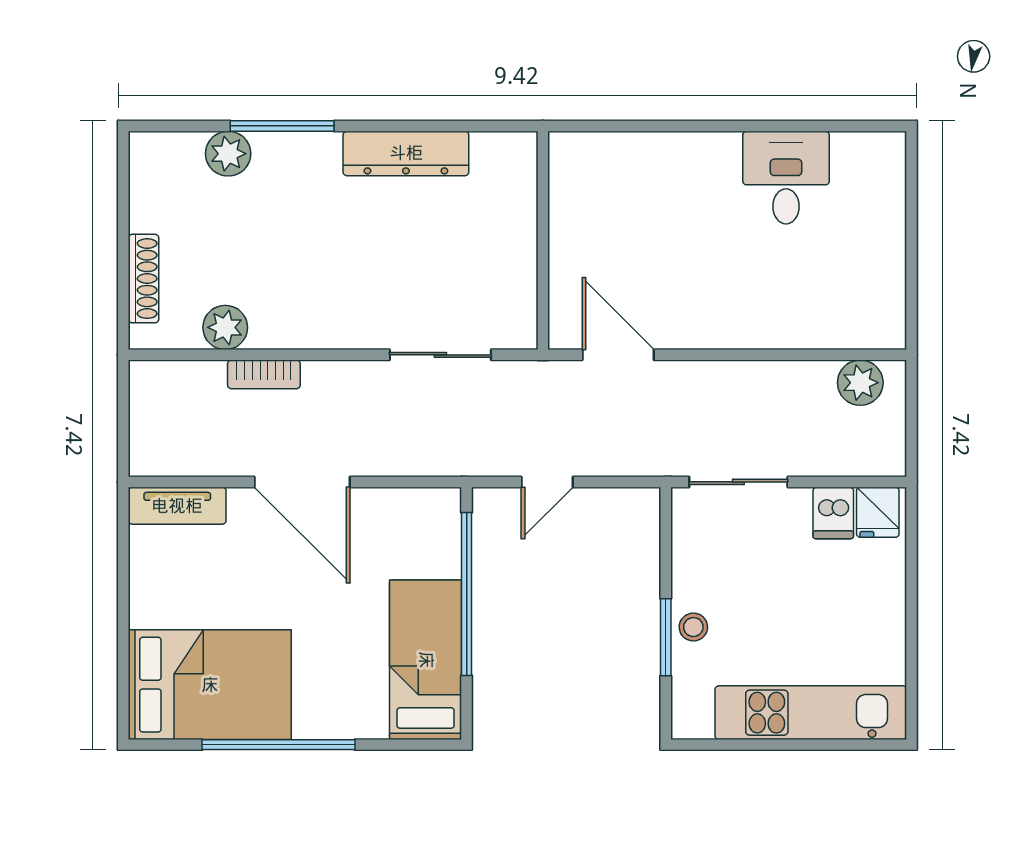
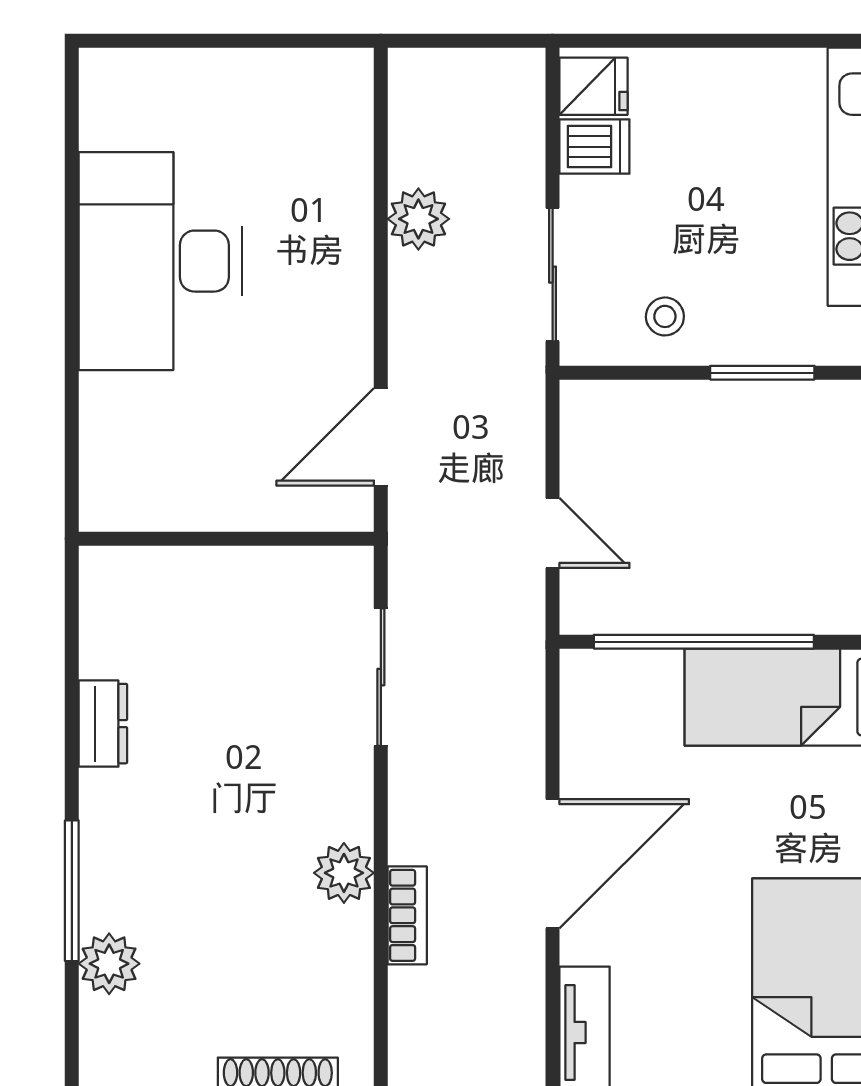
dresser: (406, 153) -> (103, 724), width x0.51, depth x0.80
desk: (786, 178) -> (160, 261), width x1.87, depth x1.30
plant: (225, 327) -> (344, 873), moved
plant: (860, 383) -> (418, 219), moved
stool: (693, 627) -> (665, 316), moved

